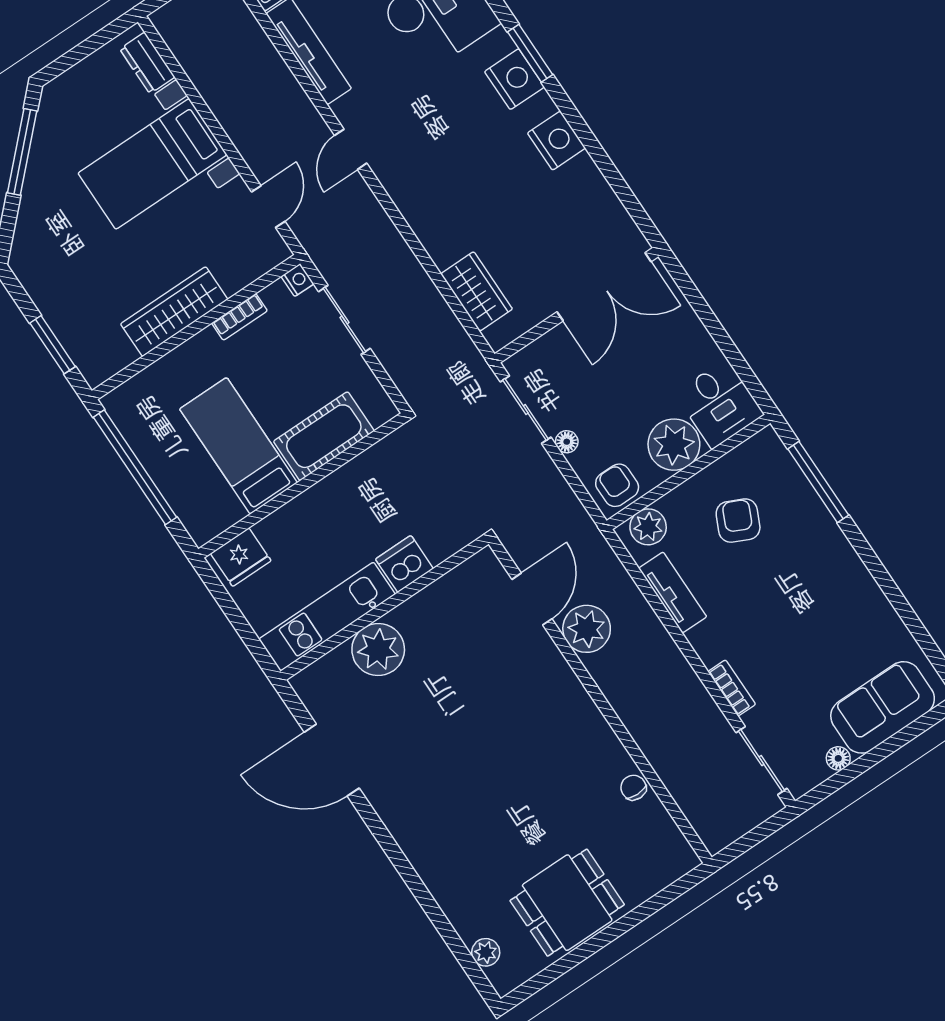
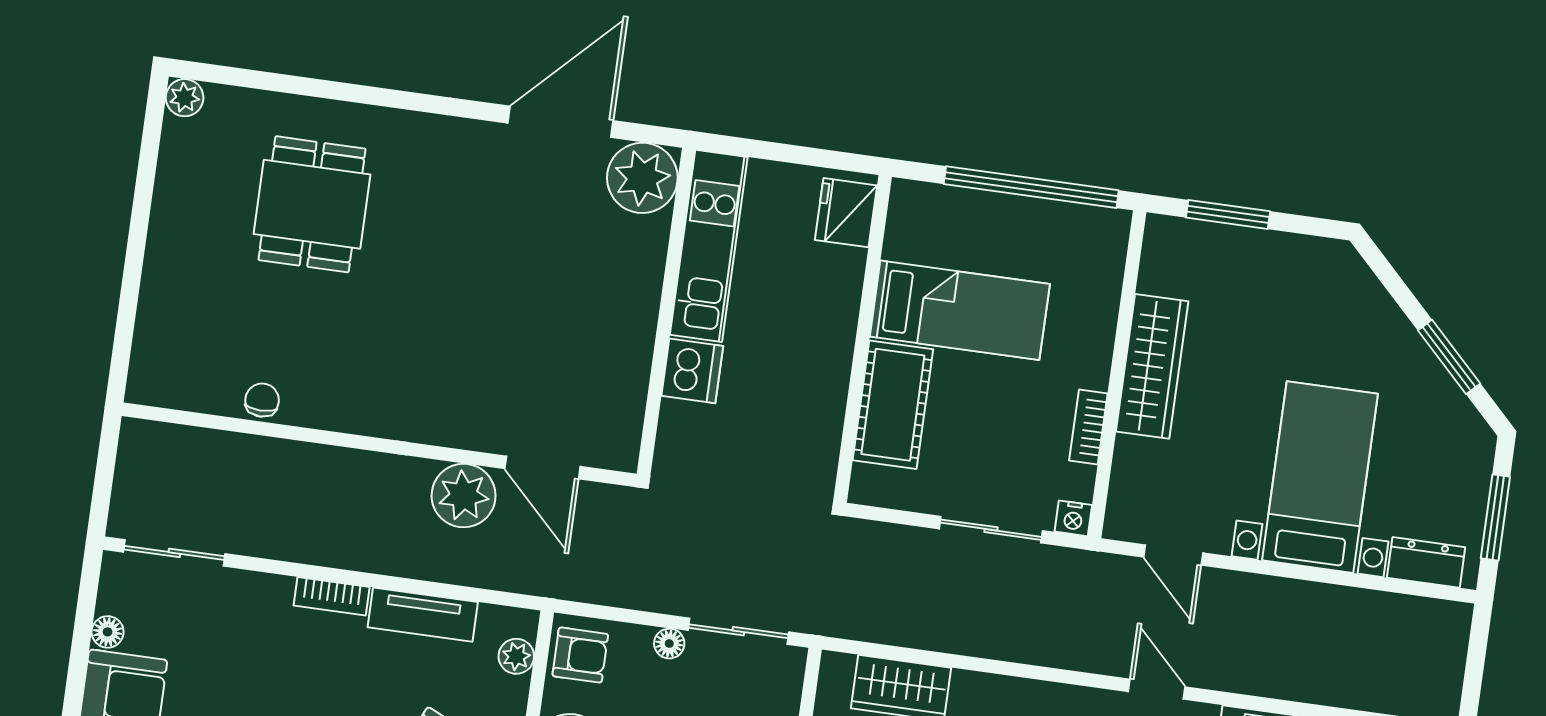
window: (88, 47) -> (1495, 518), added
window: (22, 152) -> (1449, 357), width x0.69
plant: (648, 527) -> (516, 656), width x0.73, depth x0.73
plant: (378, 650) -> (642, 178), moved
bookcase: (732, 688) -> (332, 596), moved
chair: (633, 788) -> (262, 400), turned -90
dining table: (567, 903) -> (312, 204), moved
plant: (486, 952) -> (185, 98), moved

